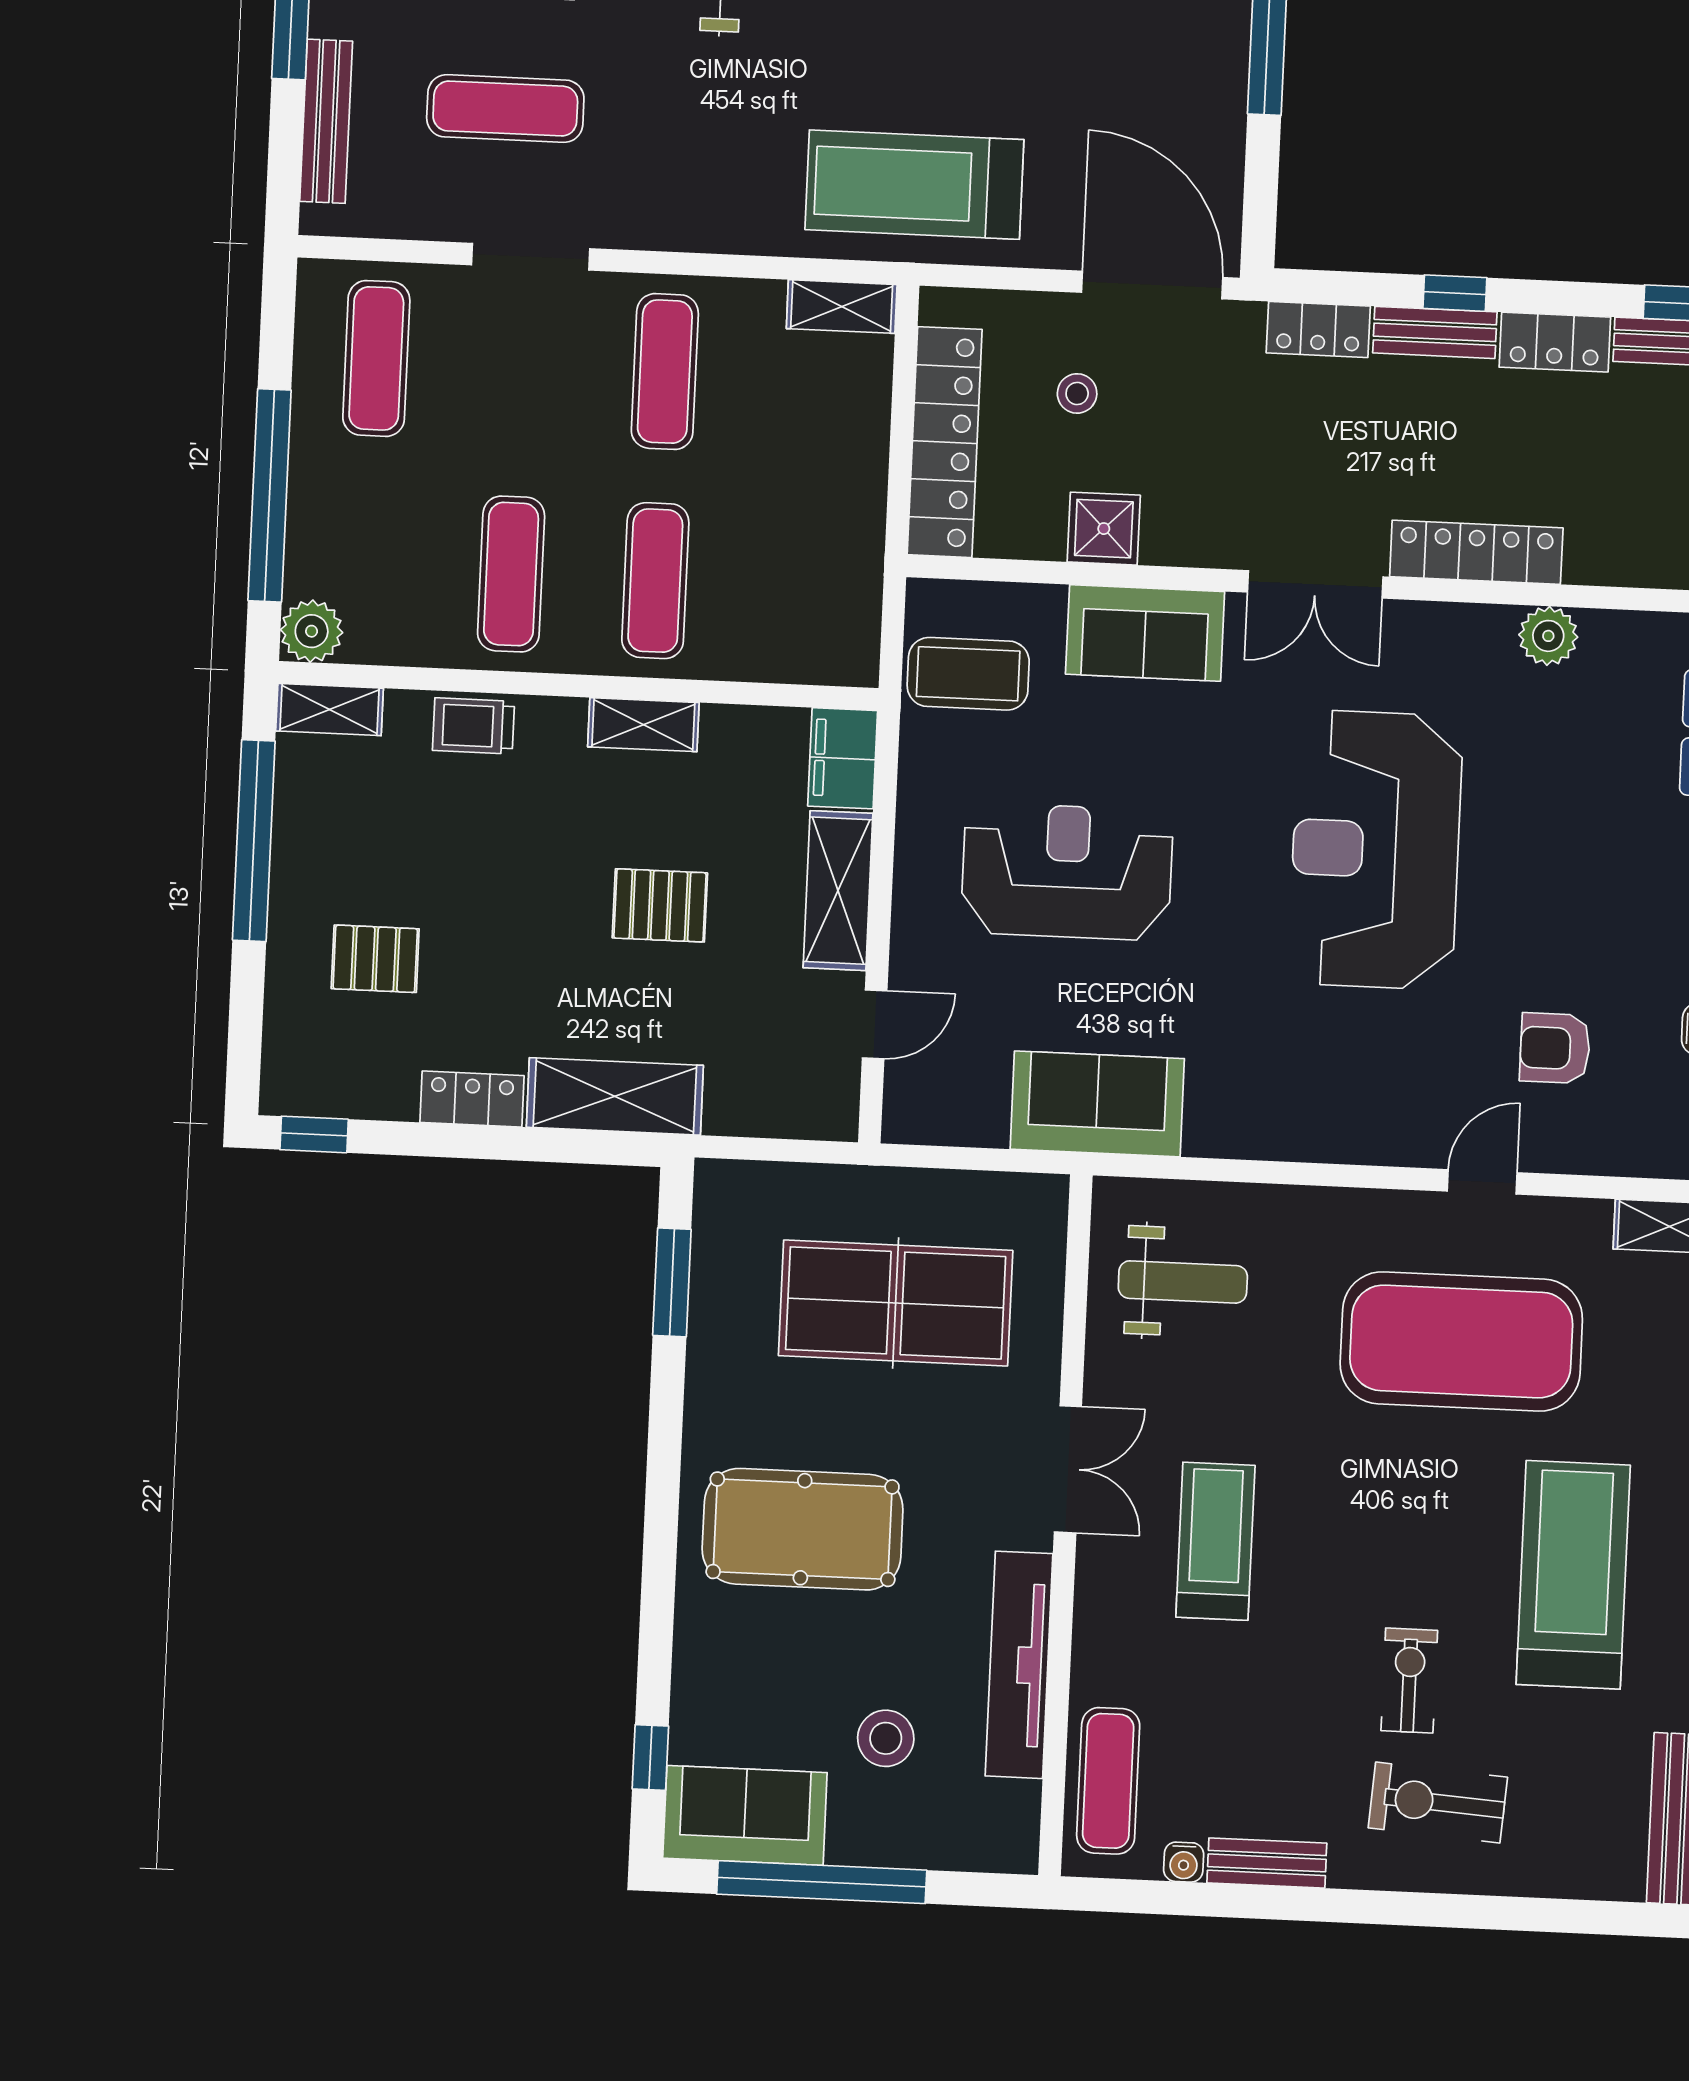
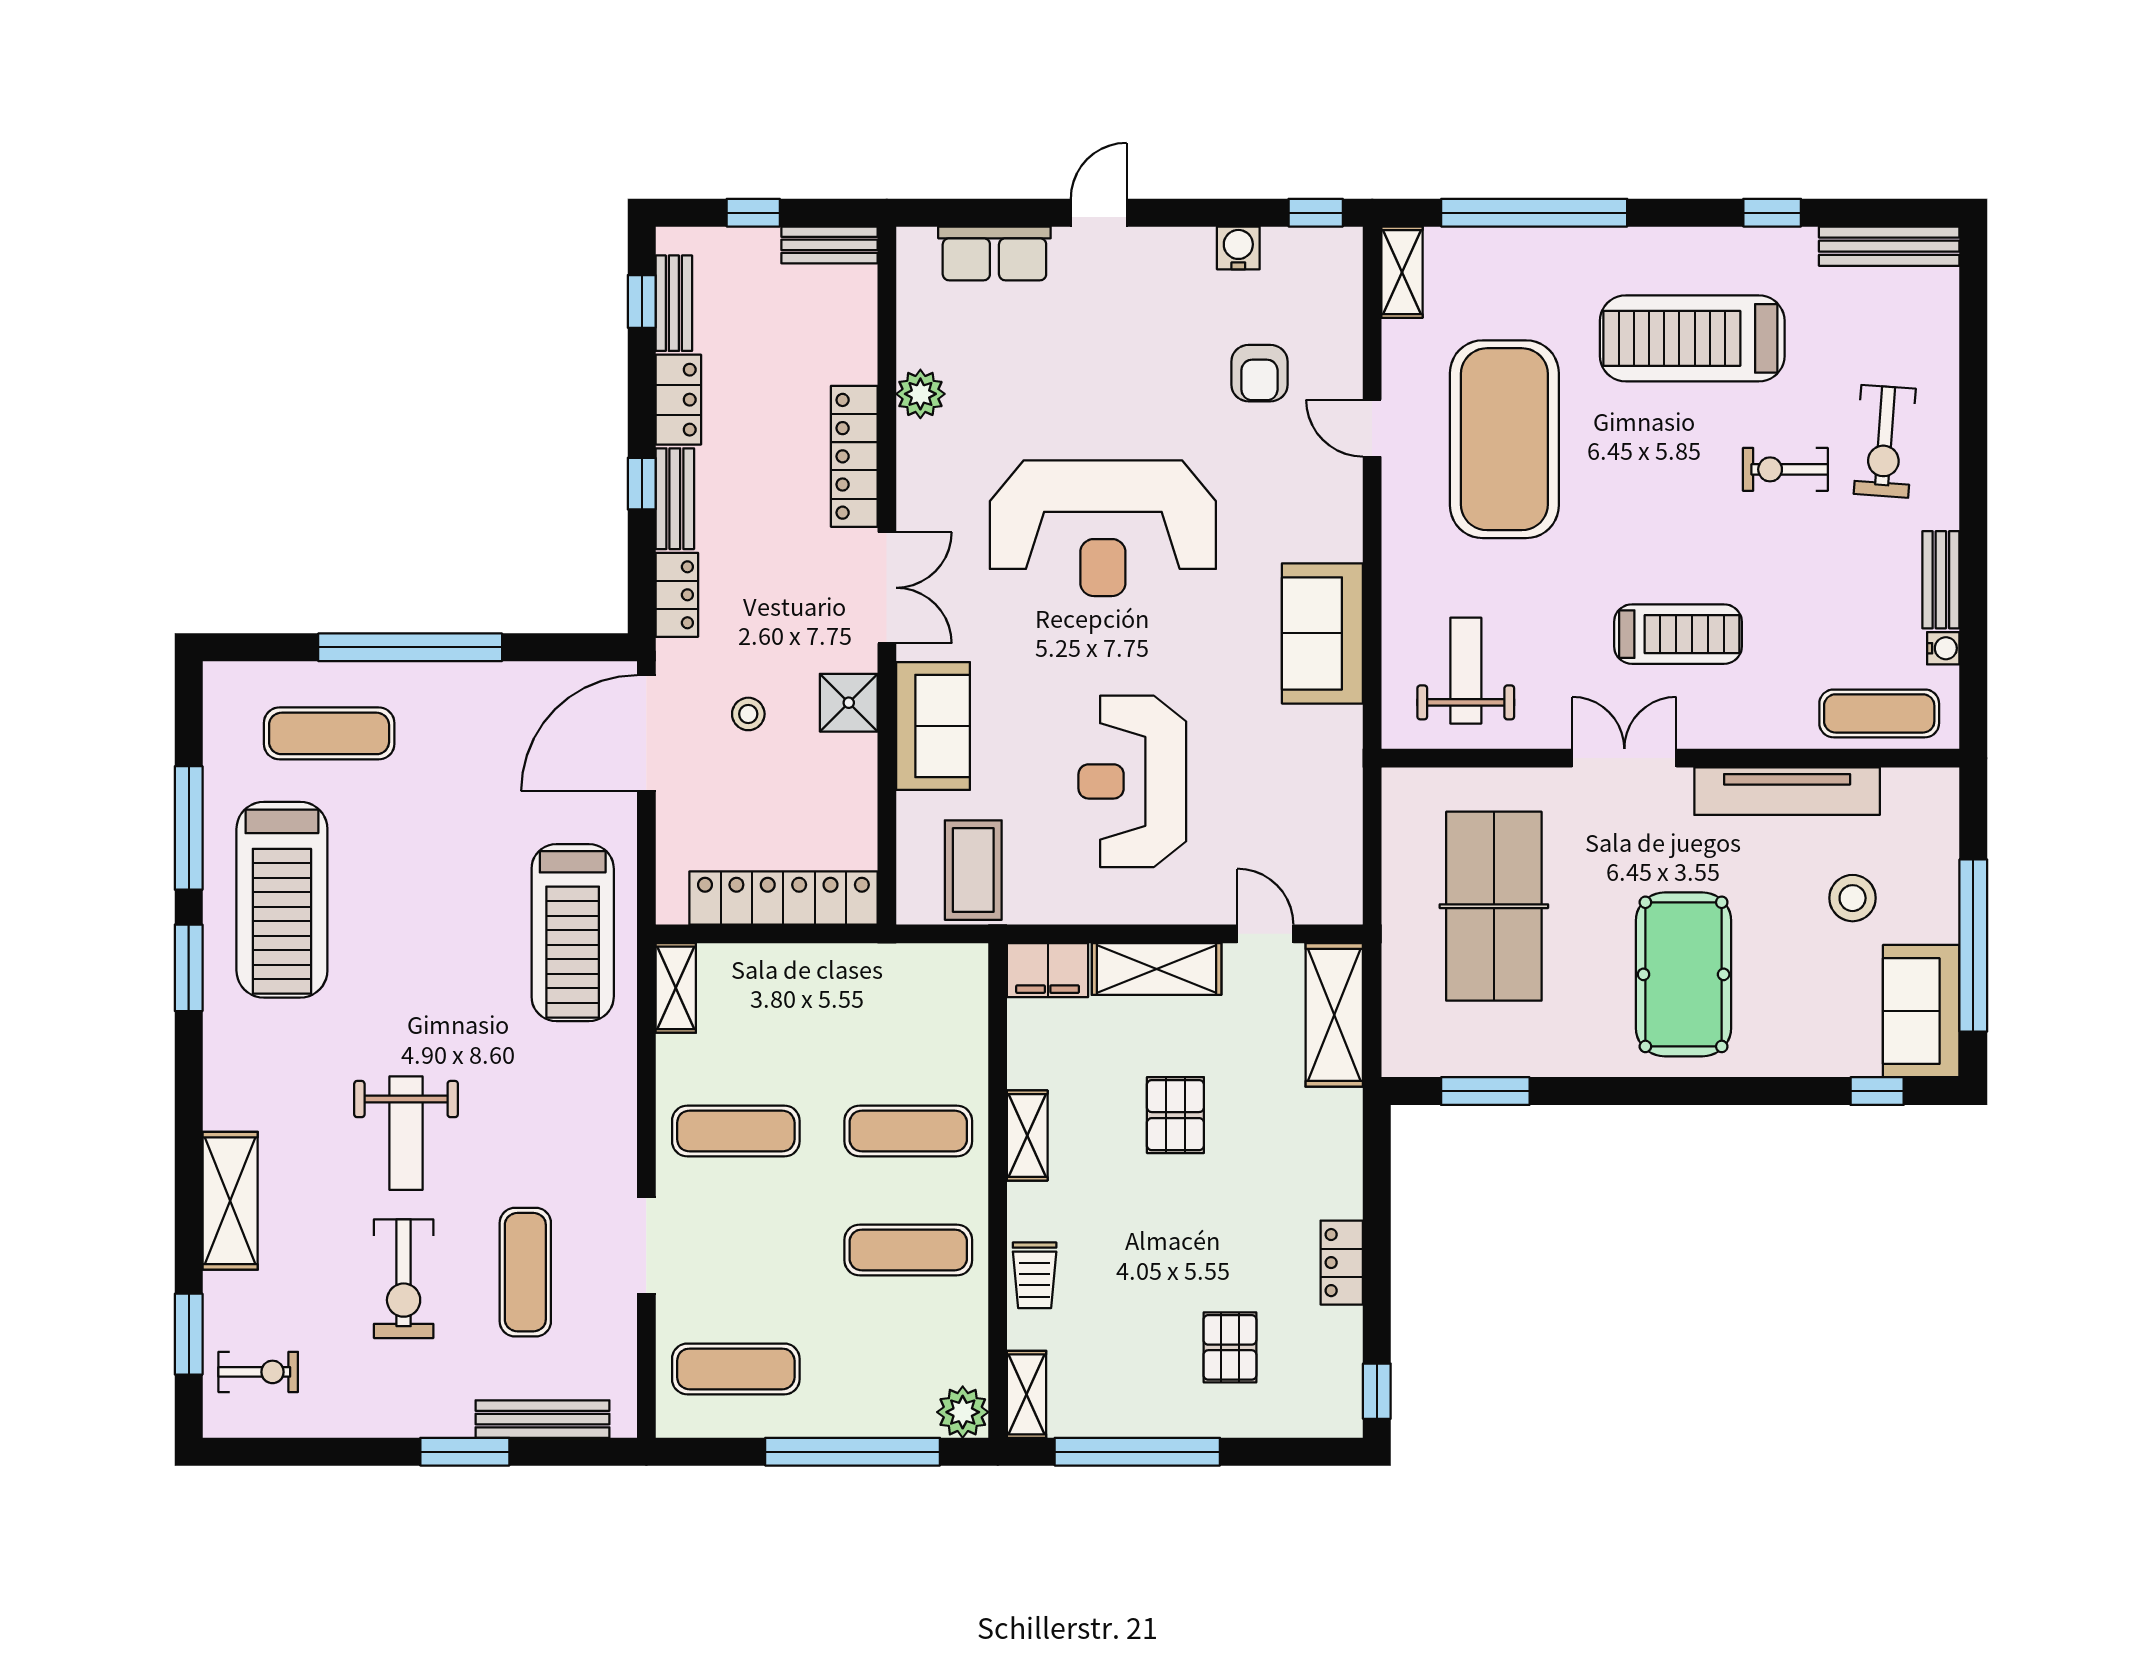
stool: (1077, 393) -> (748, 714), moved
shower: (1104, 529) -> (849, 703), moved
shelving: (615, 1096) -> (1334, 1015), moved
sofa: (1097, 1104) -> (1322, 633), moved
treadmill: (1215, 1541) -> (1678, 634), turned 180

